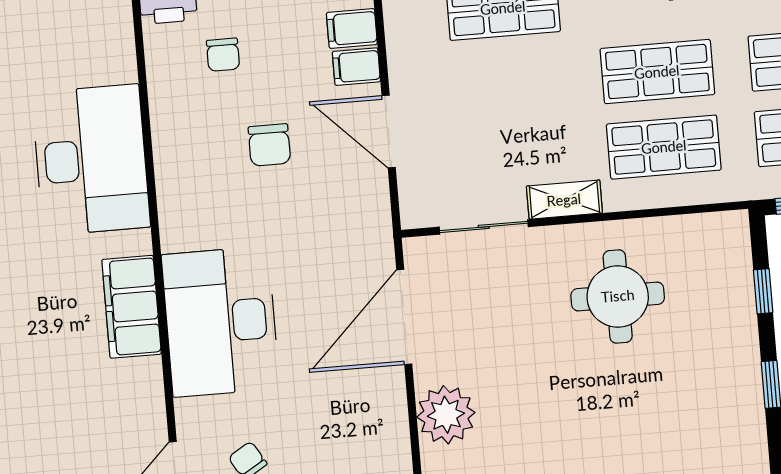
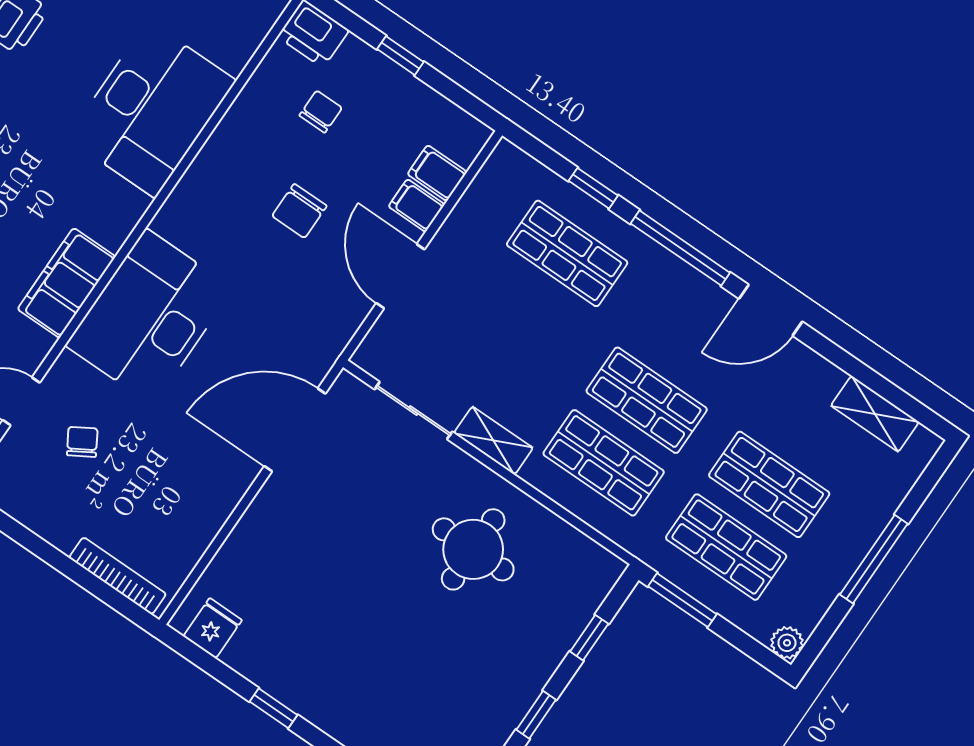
chair: (223, 55) -> (321, 112), turned 180
filing cabinet: (132, 307) -> (67, 283), moved
plant: (446, 415) -> (265, 532), removed

